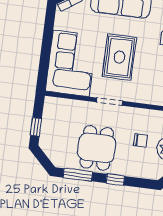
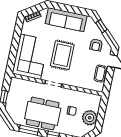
dining table: (97, 148) -> (43, 113), width x1.37

